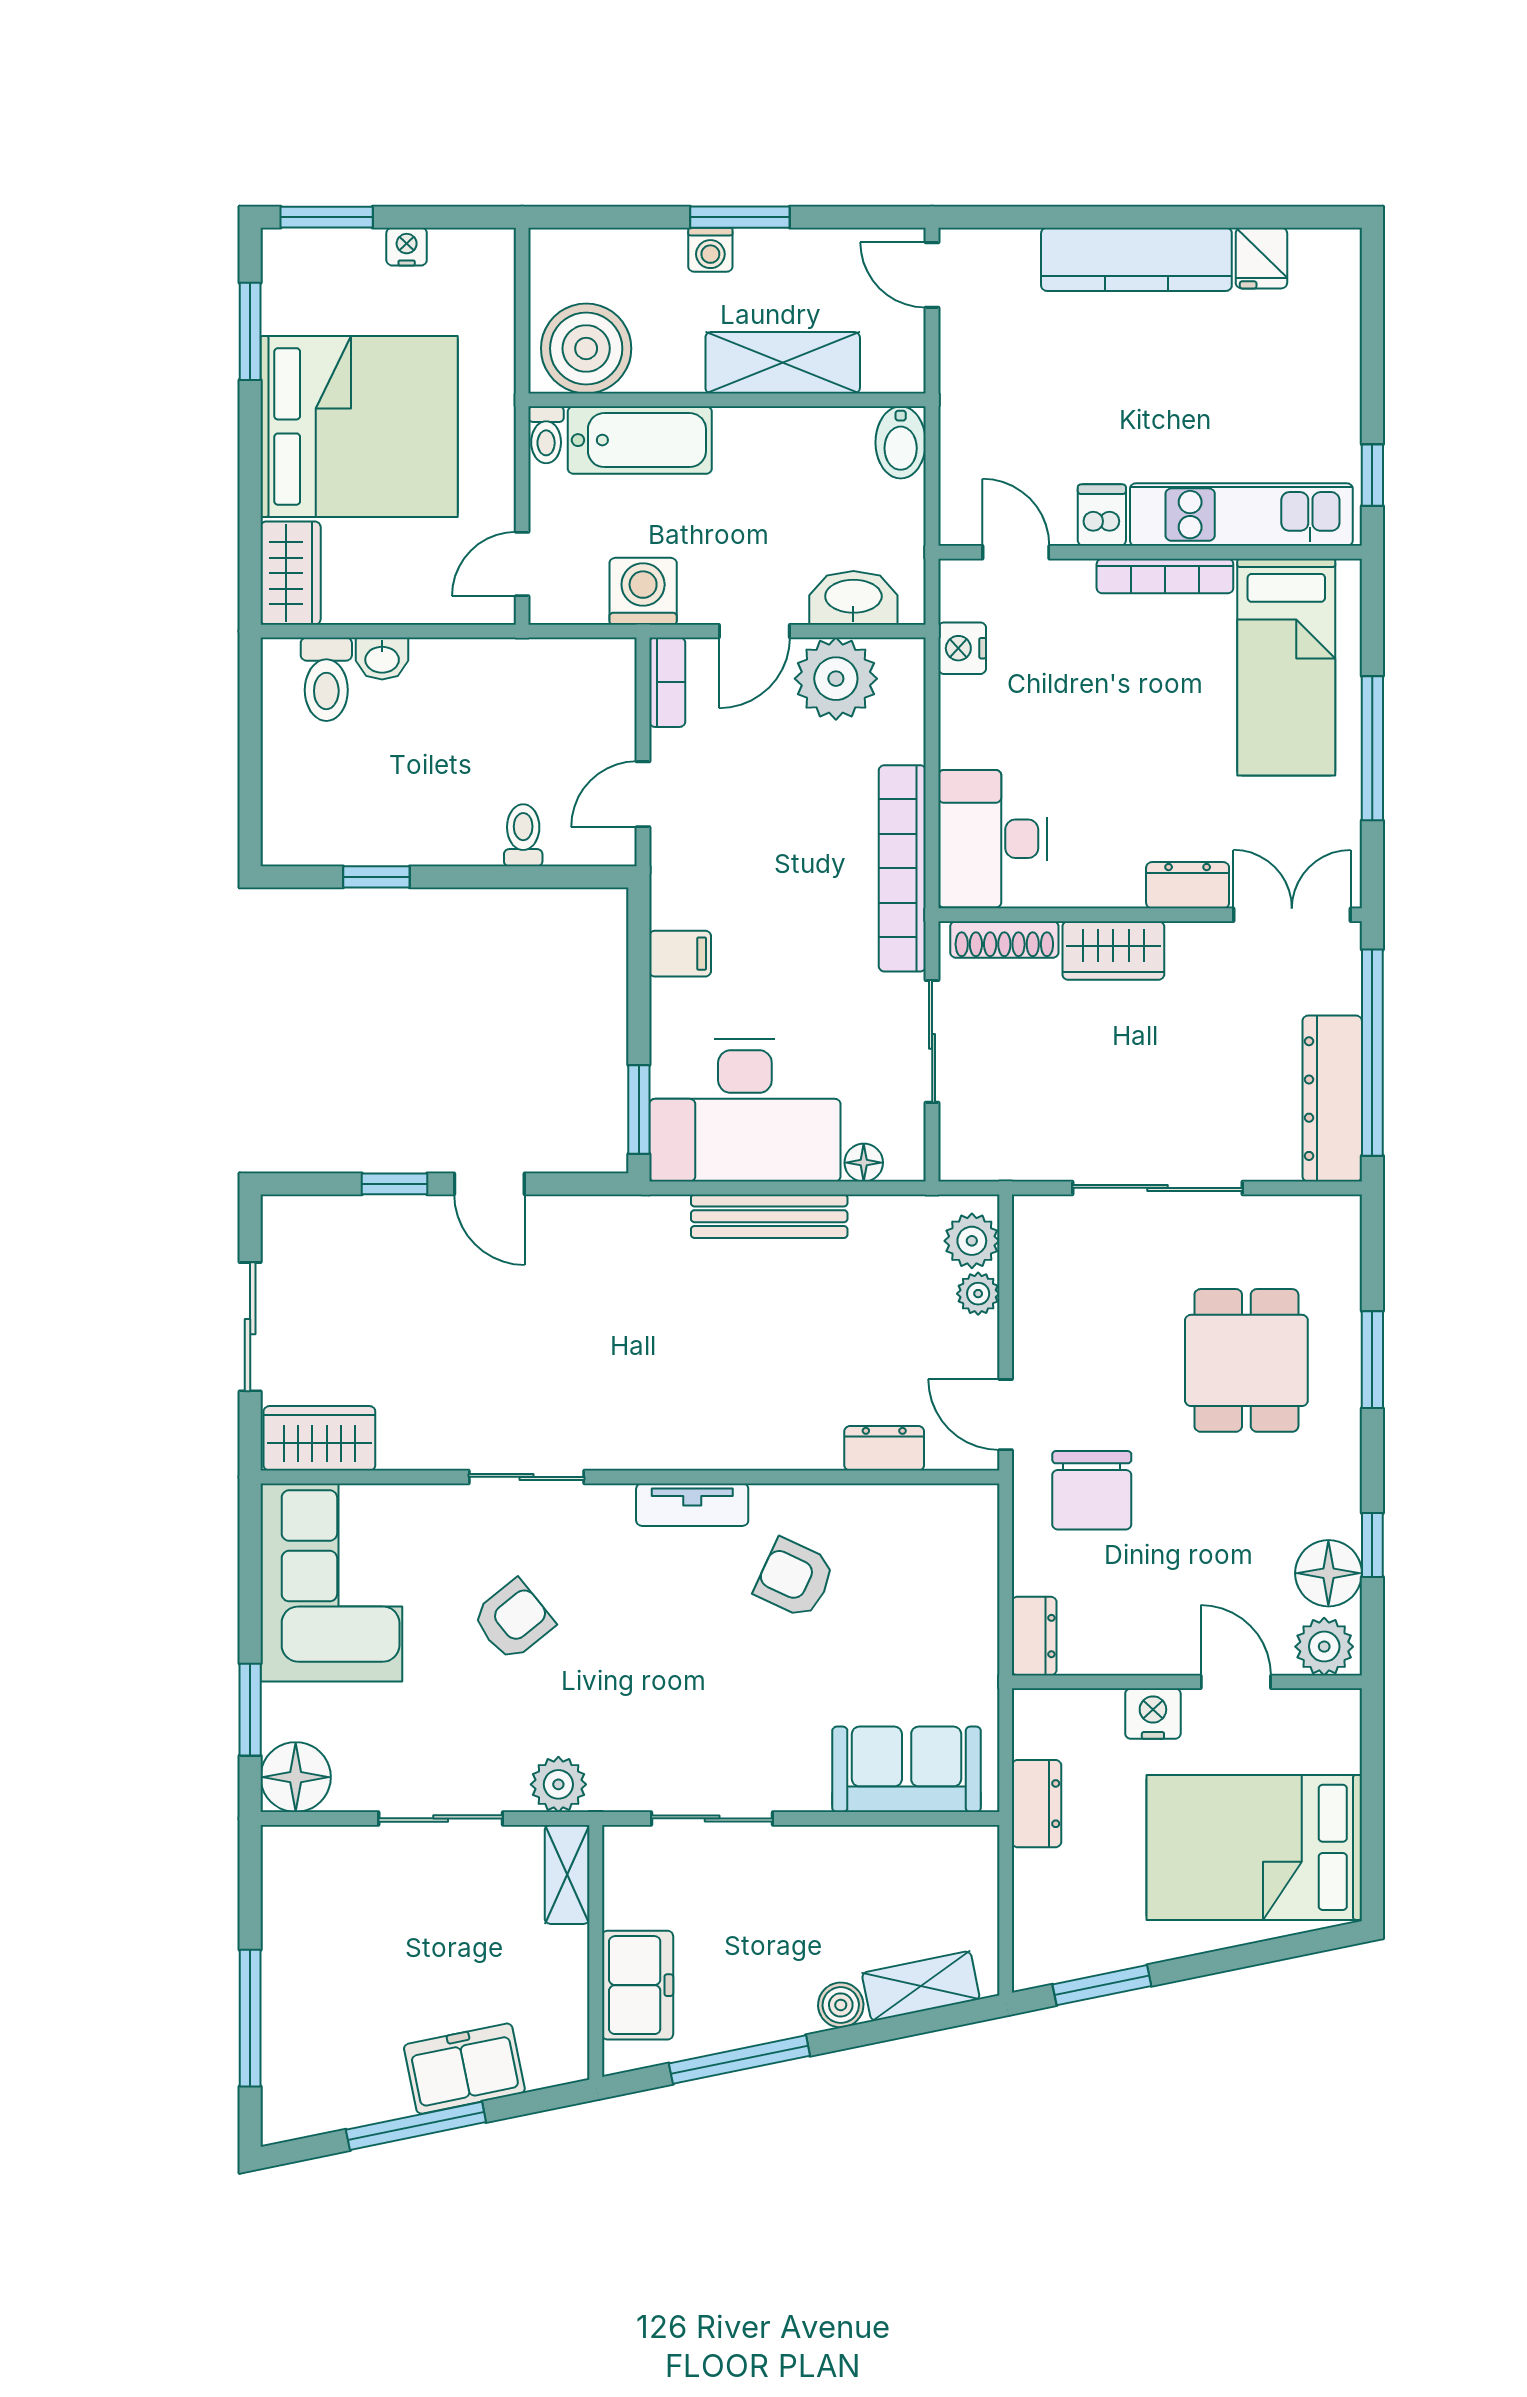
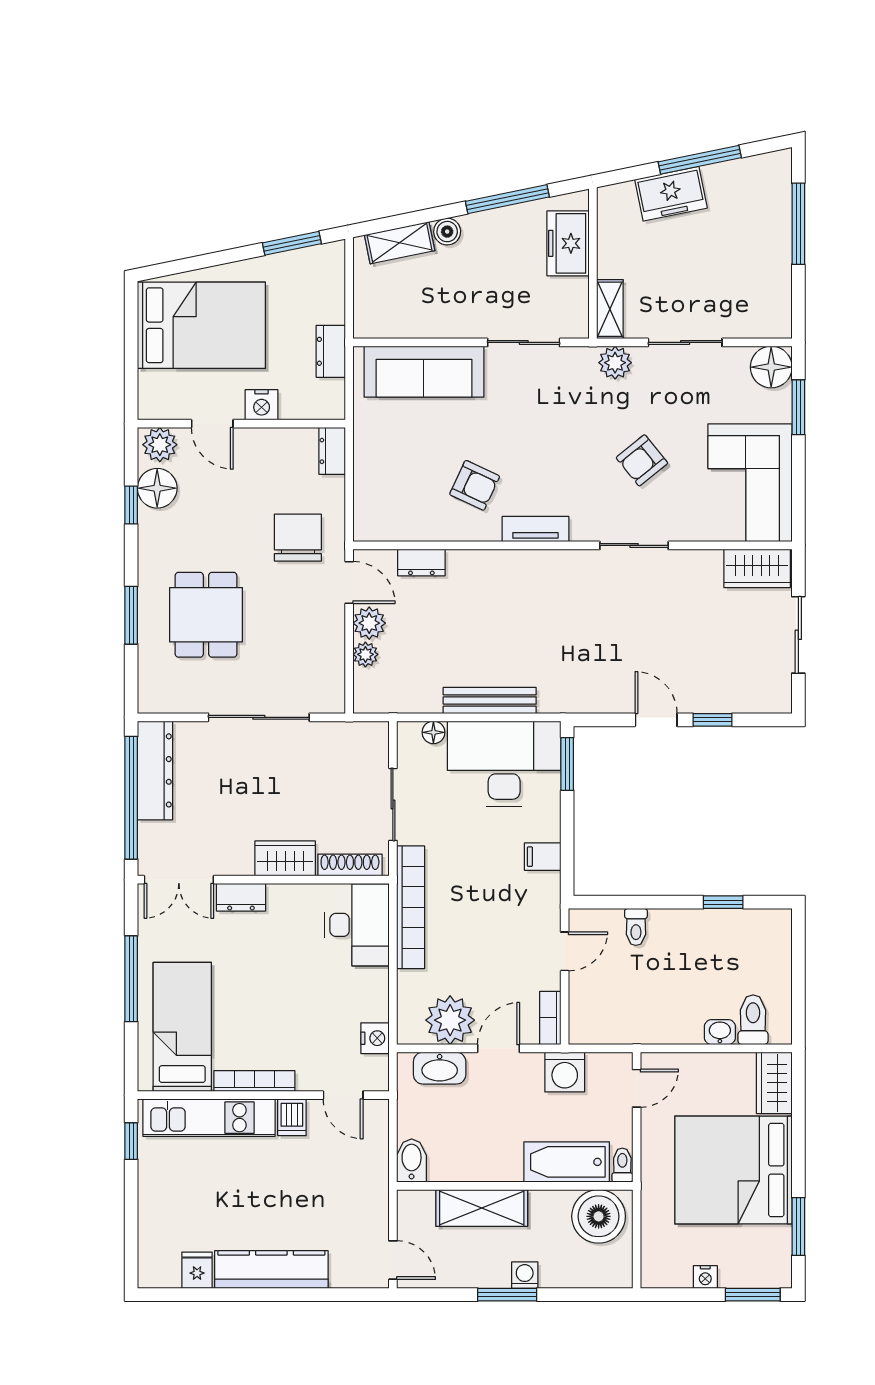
plant: (972, 1241) -> (369, 623), moved
sofa: (907, 1769) -> (424, 372), width x1.36

